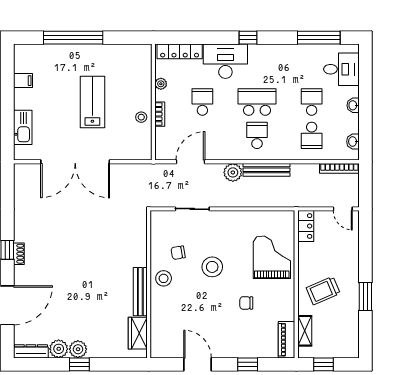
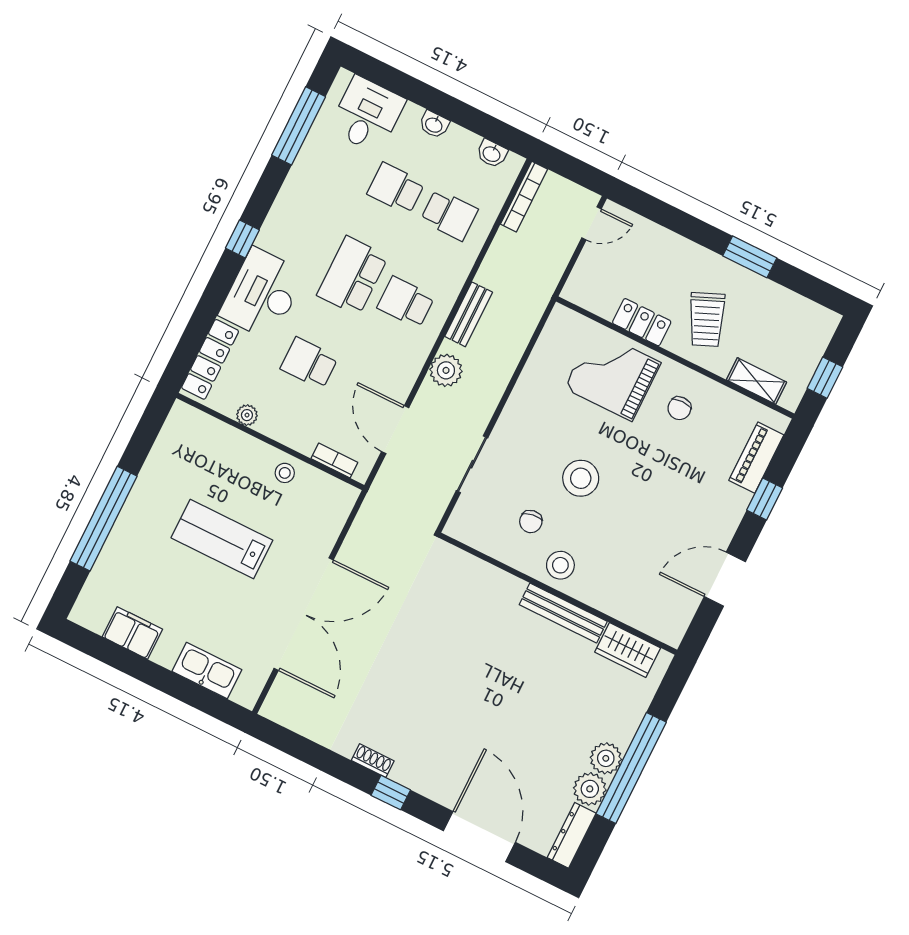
filing cabinet: (23, 81) -> (132, 633), width x2.00
bookcase: (160, 114) -> (334, 460), moved
bench: (267, 170) -> (469, 314), width x0.73
locker: (306, 226) -> (642, 322), moved
shoe rack: (19, 254) -> (373, 761), moved
chair: (246, 303) -> (679, 408), moved
piano: (287, 340) -> (756, 458), moved, turned 90
window: (79, 364) -> (631, 768), width x3.17

